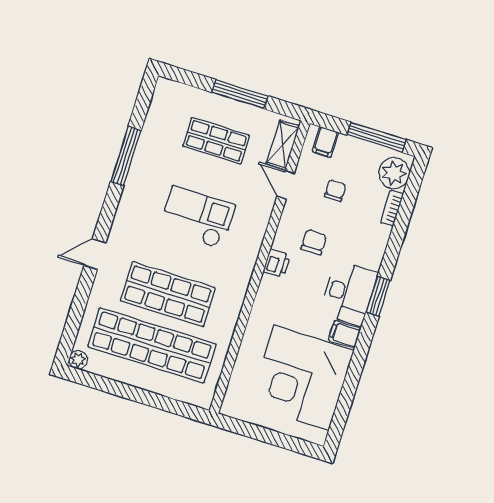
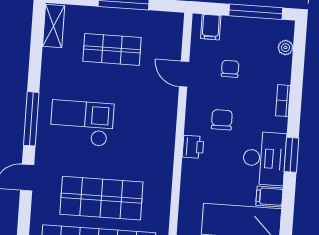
shelving: (283, 145) -> (54, 26), moved
window: (126, 156) -> (31, 119), moved
plant: (394, 173) -> (285, 48), width x0.53, depth x0.53
bookcase: (392, 208) -> (283, 101), moved
checkout: (197, 217) -> (82, 123), moved

